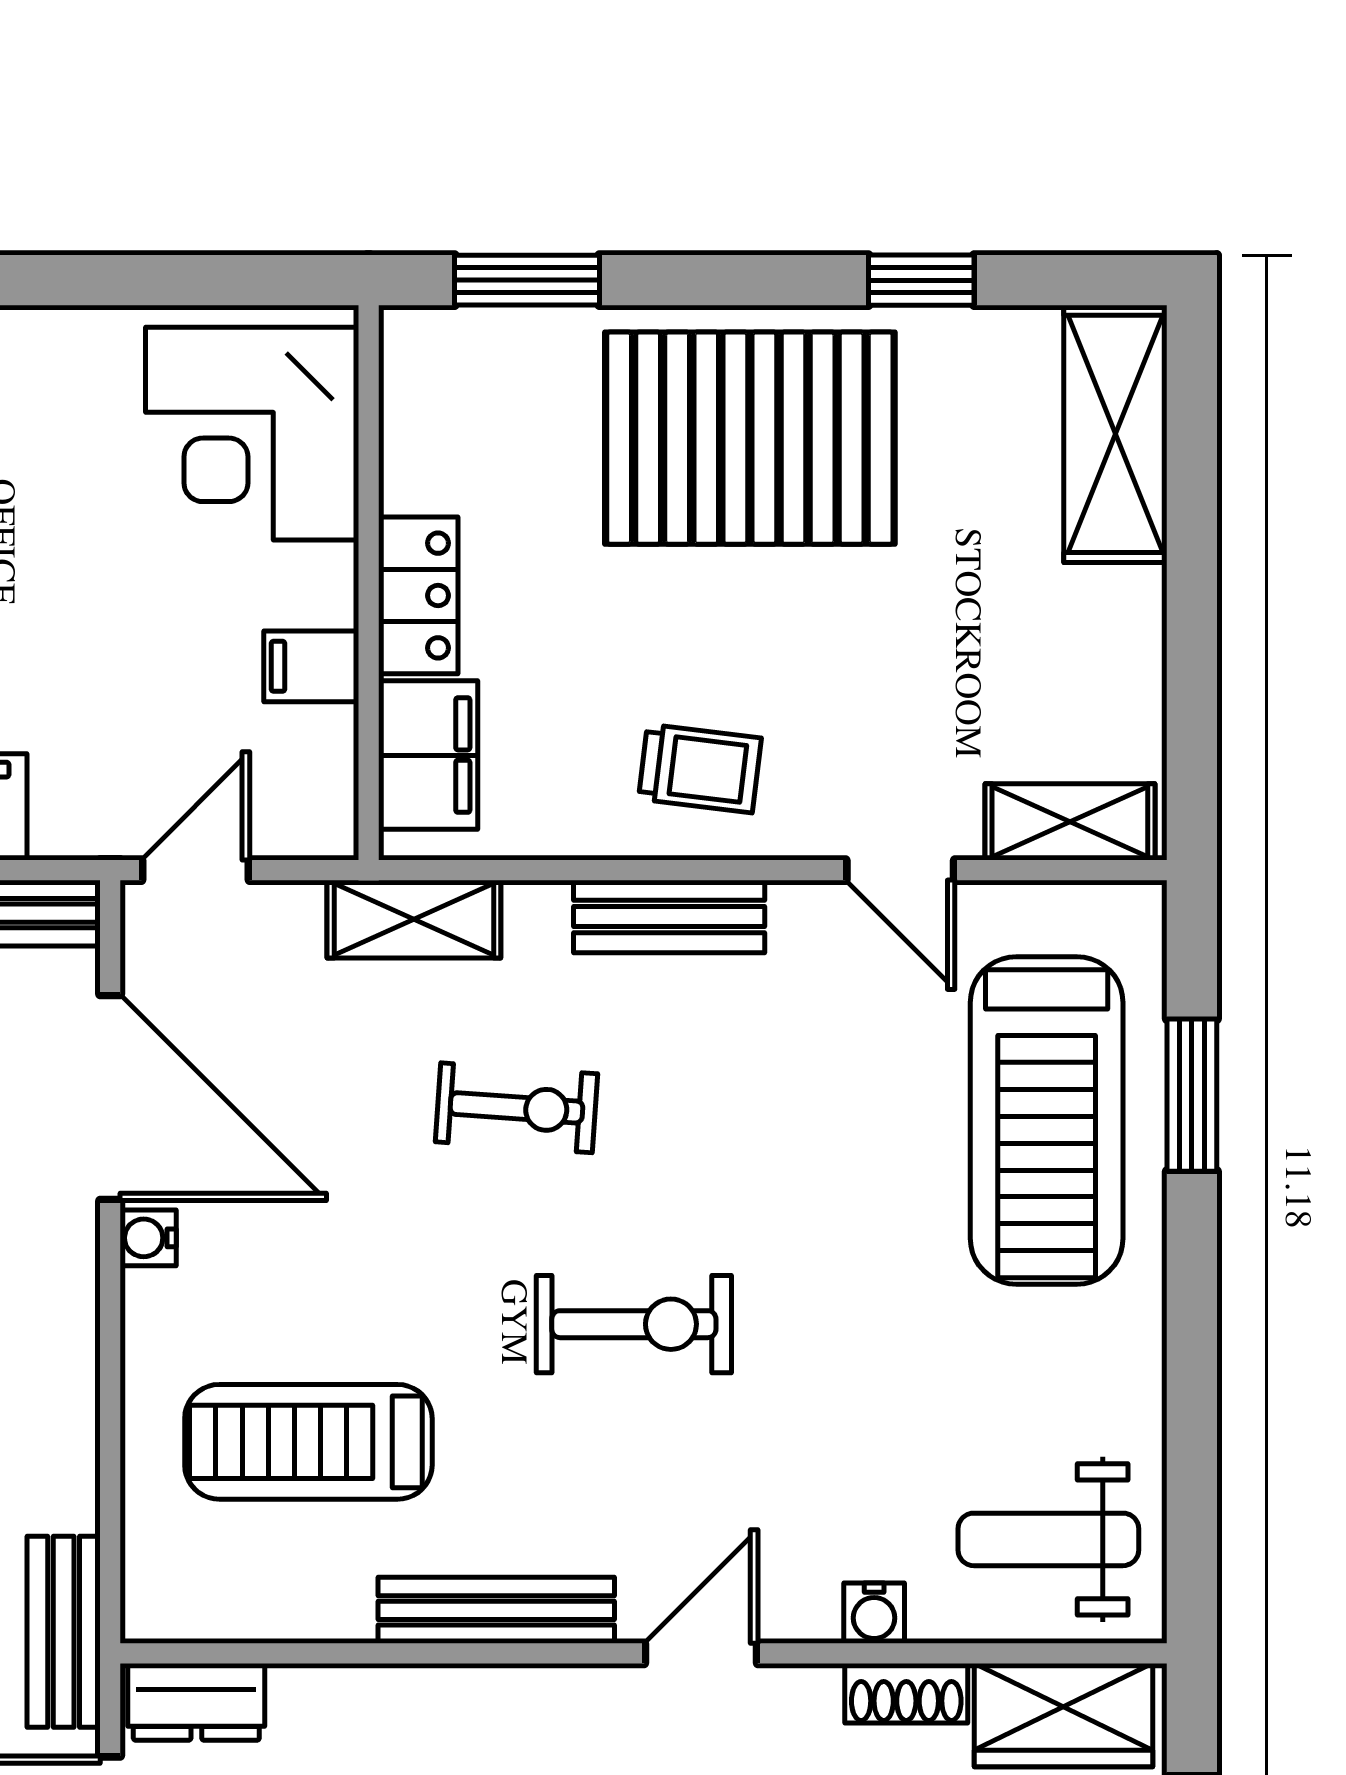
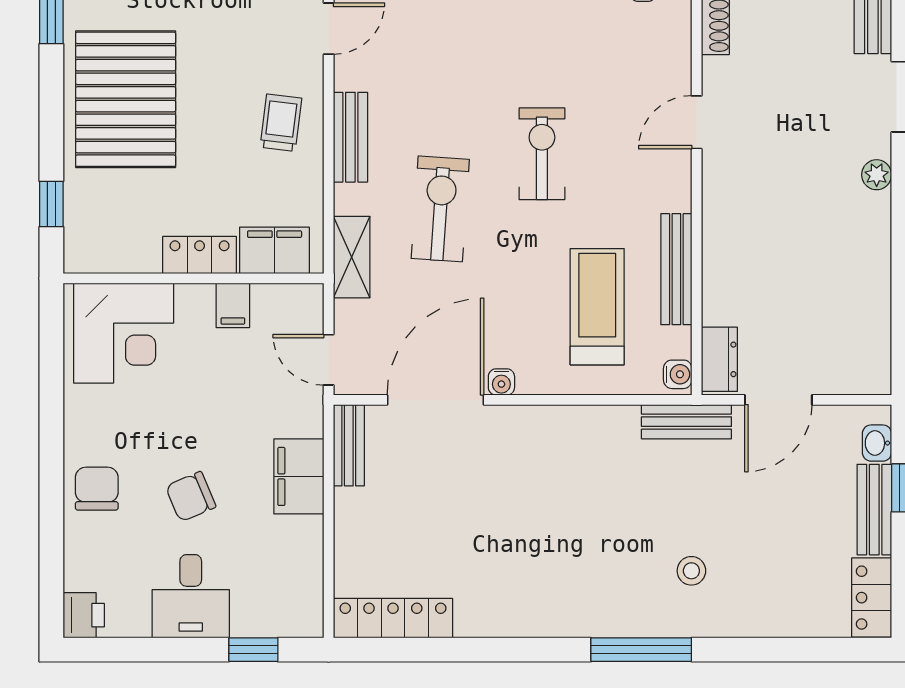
window: (527, 280) -> (51, 204), width x0.67
exercise bike: (517, 1108) -> (440, 209), width x1.38, depth x1.39
treadmill: (308, 1442) -> (597, 307), turned 180
bench: (496, 1610) -> (676, 269), moved
water cooler: (874, 1613) -> (678, 374), moved
door: (701, 1653) -> (697, 122), hinge flipped

